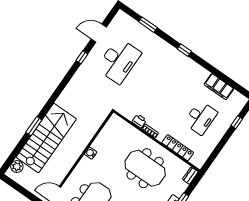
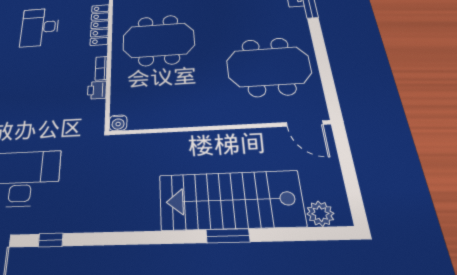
desk: (201, 118) -> (40, 27), turned -90
water cooler: (91, 153) -> (118, 123), moved
meeting table: (145, 168) -> (158, 40), turned 90

